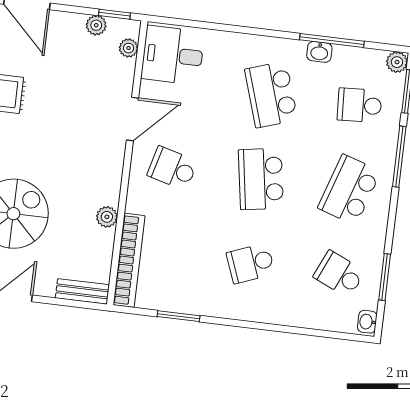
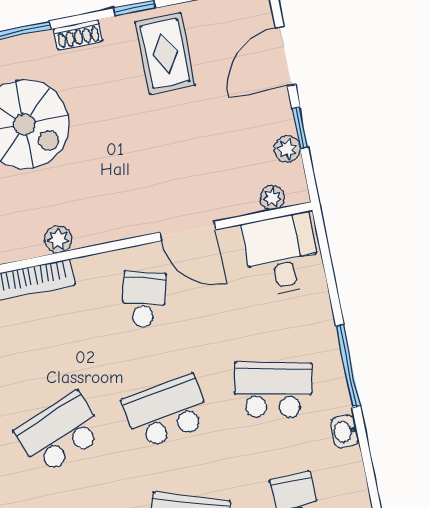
window: (114, 14) -> (300, 128), moved
window: (332, 40) -> (348, 366), moved
school desk: (271, 95) -> (273, 390), turned 30
school desk: (251, 263) -> (60, 433), width x1.85

